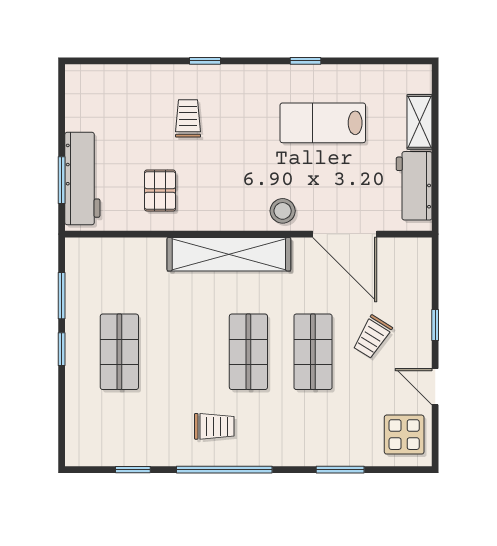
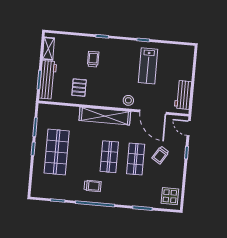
shelving: (420, 122) -> (48, 49), moved
lab bench: (323, 123) -> (148, 66), turned -90
shop shelf: (119, 352) -> (57, 152), width x1.43, depth x1.36
door: (435, 387) -> (189, 128), moved

